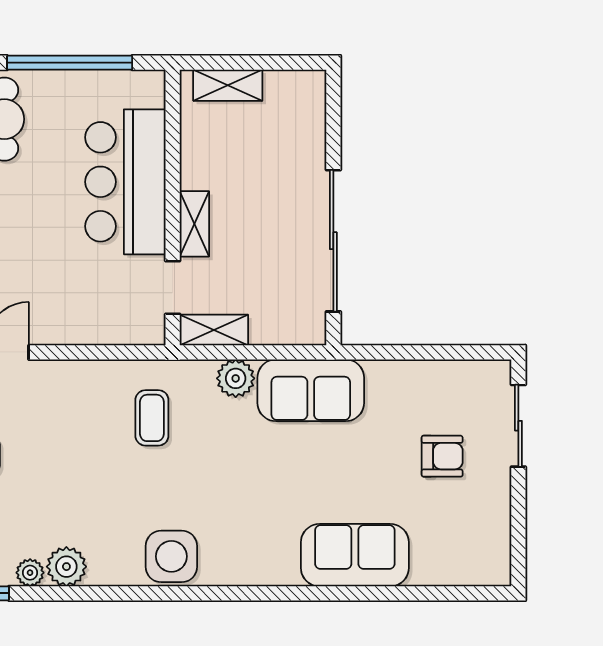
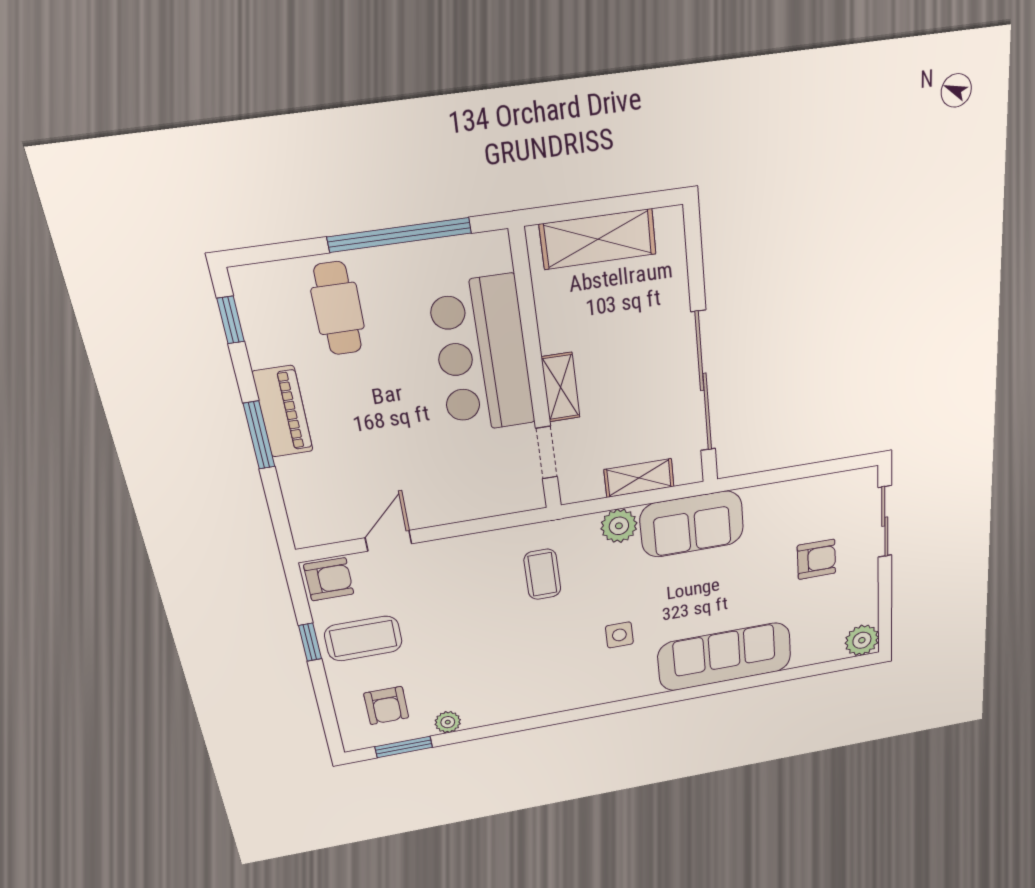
shelving: (228, 85) -> (598, 239), width x1.50, depth x1.33
shelving: (214, 330) -> (639, 478), moved
sofa: (355, 555) -> (725, 657), width x1.36
side table: (171, 556) -> (619, 635), moved, width x0.54, depth x0.54
plant: (66, 567) -> (862, 640), moved

